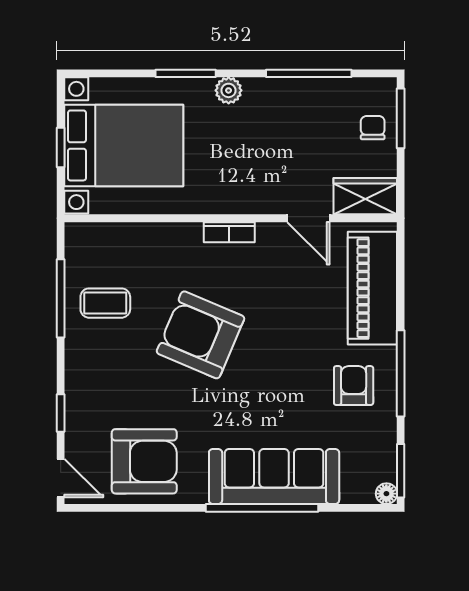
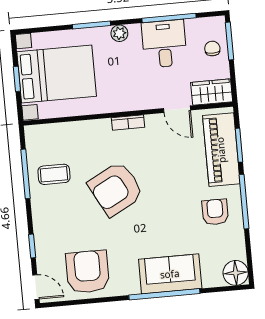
desk: (298, 113) -> (164, 44), added
armchair: (200, 335) -> (116, 189), turned -51
armchair: (144, 461) -> (88, 272), turned -90
window: (401, 471) -> (239, 145), moved
sofa: (274, 476) -> (170, 274), width x0.73
floor lamp: (386, 494) -> (236, 273), width x1.89, depth x1.89

